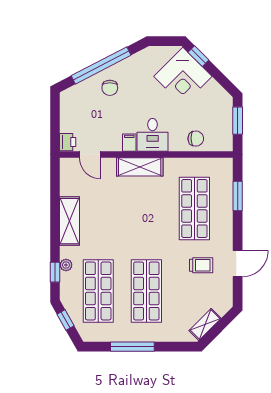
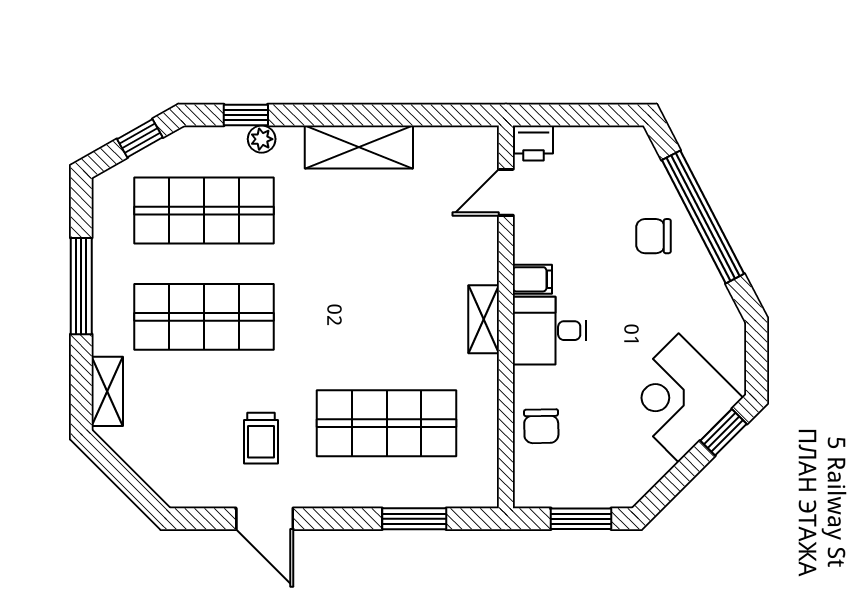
shelving: (140, 167) -> (484, 319), width x0.67, depth x0.75
shelving: (205, 324) -> (107, 391), moved, turned 45

